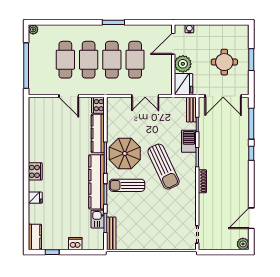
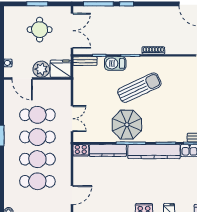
door: (69, 96) -> (72, 195), moved
double door: (145, 96) -> (72, 119), moved
sun lounger: (127, 185) -> (157, 122), removed

